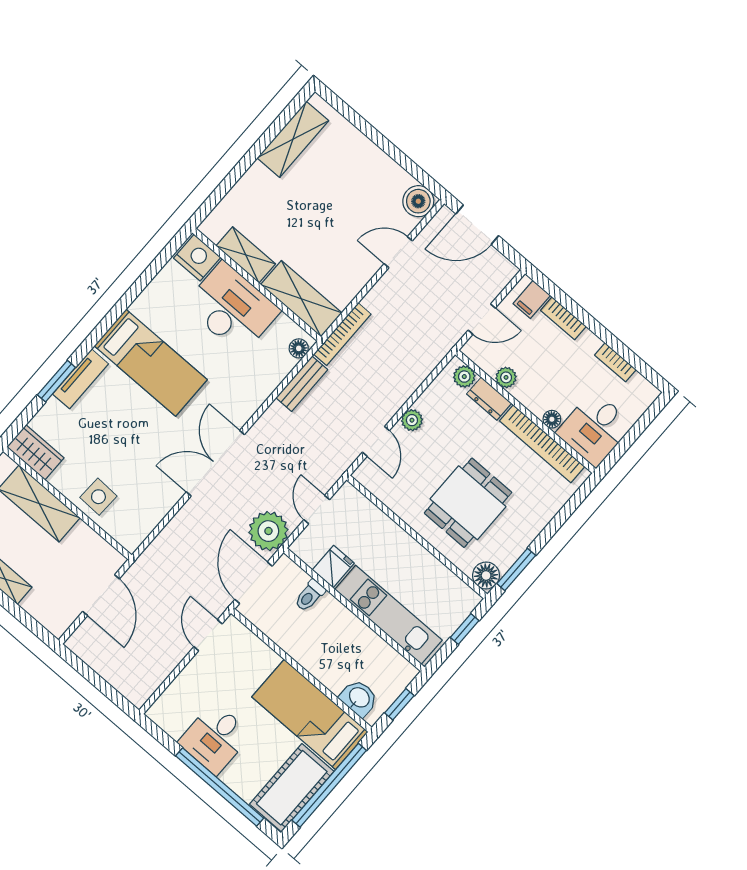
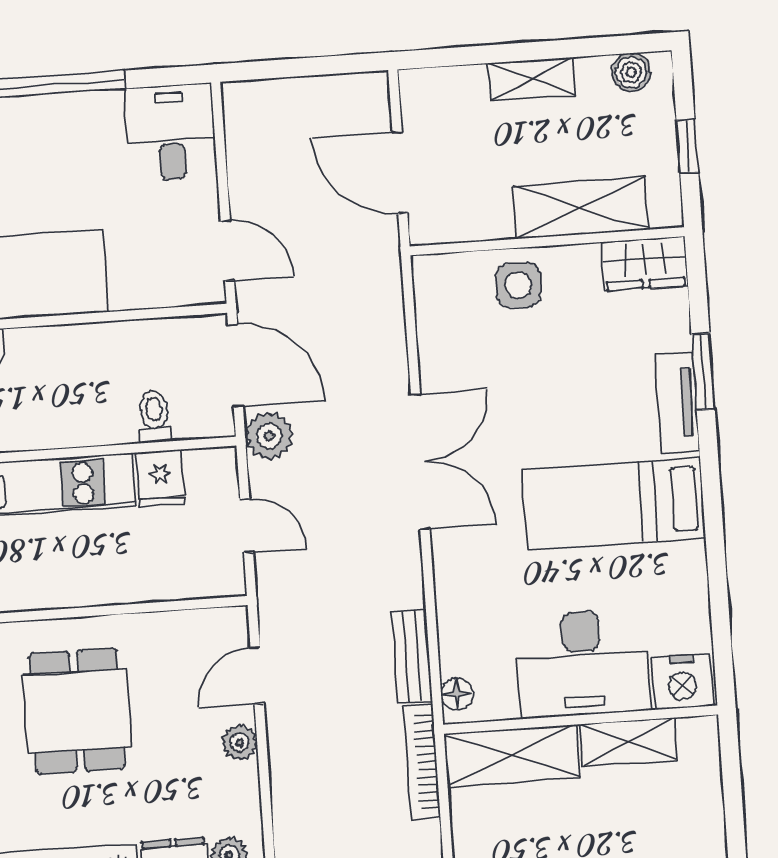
door: (376, 441) -> (257, 675), hinge flipped
plant: (268, 531) -> (269, 436), width x0.73, depth x0.73
desk: (215, 738) -> (171, 133), moved

